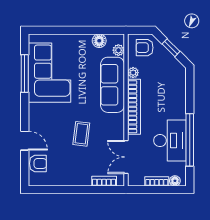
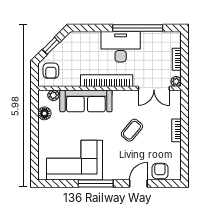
plant: (133, 73) -> (176, 81), moved
window: (25, 74) -> (96, 183), moved
coffee table: (81, 134) -> (132, 130), turned -57
desk: (170, 141) -> (121, 47), moved
bookcase: (104, 181) -> (177, 130), moved
floor lamp: (175, 181) -> (176, 42), removed

